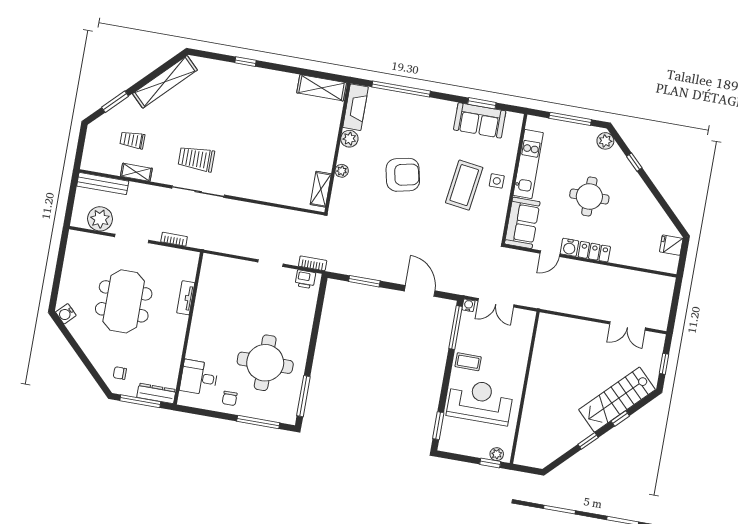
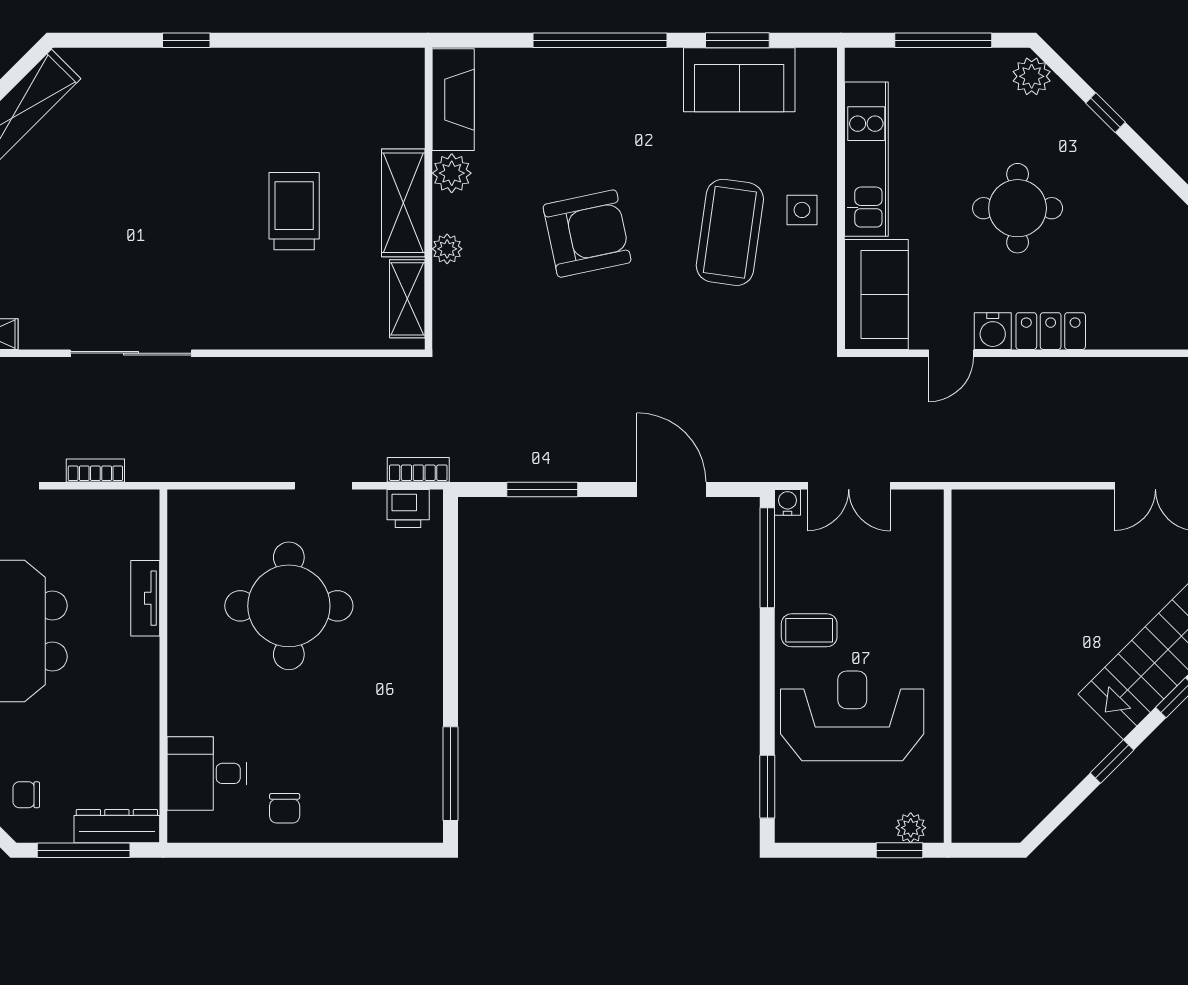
shelving: (322, 88) -> (403, 203), moved, turned 90
window: (401, 89) -> (600, 40), moved
trolley: (196, 159) -> (294, 211), moved, turned 90
round table: (265, 363) -> (289, 606), moved
window: (258, 422) -> (359, 850), removed

